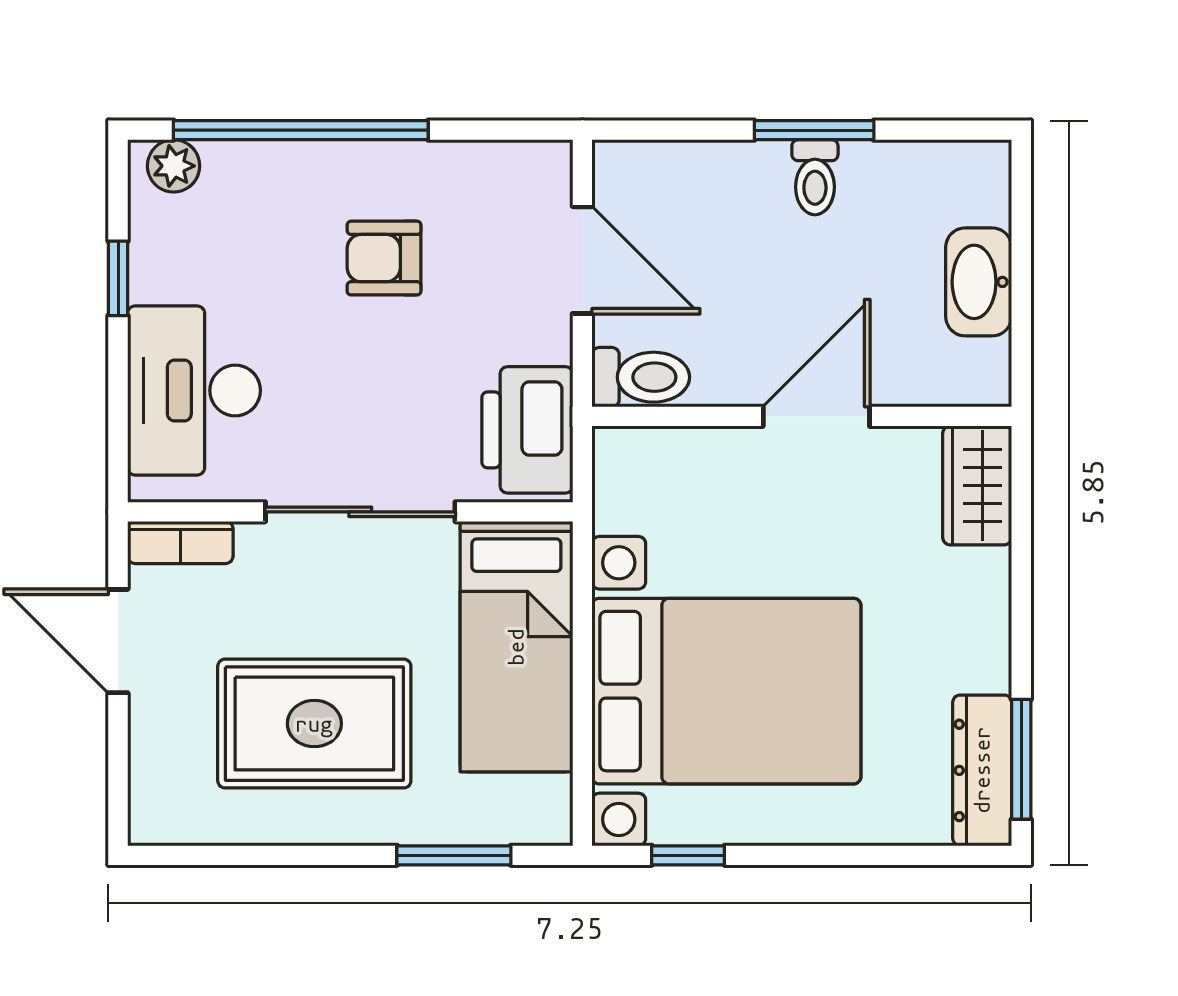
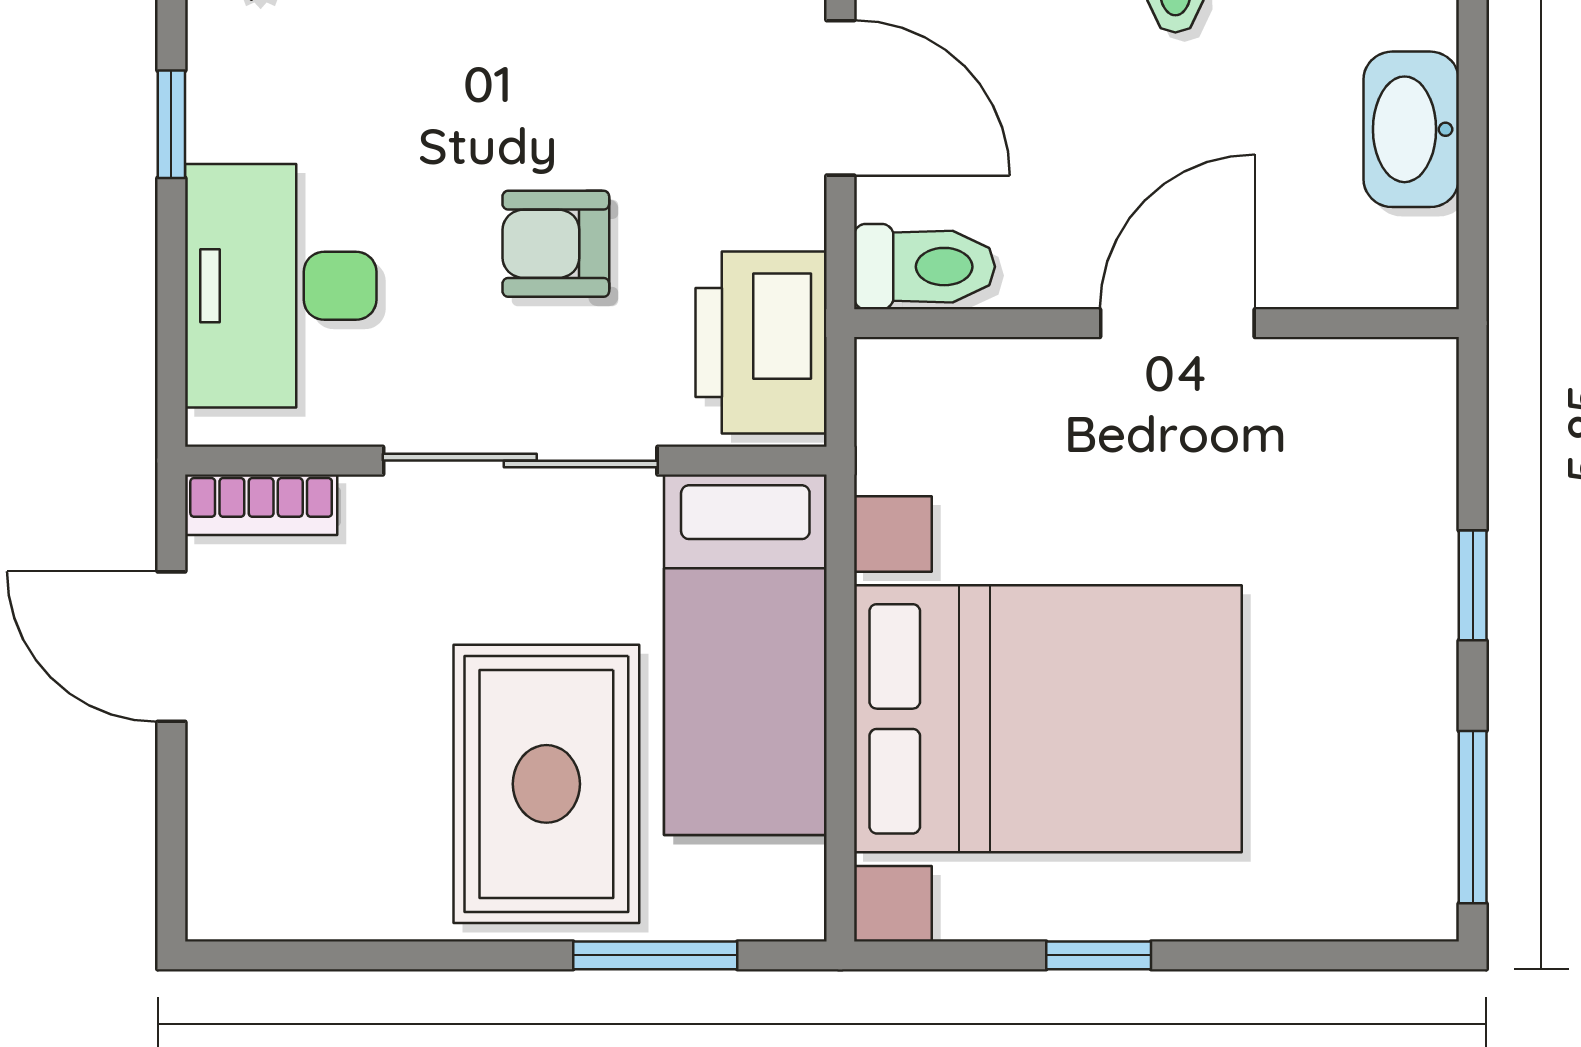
armchair: (384, 258) -> (556, 244), moved
wardrobe: (977, 485) -> (1409, 422), removed
window: (1021, 598) -> (1473, 585), added
rug: (314, 724) -> (546, 784), moved, turned 90
dresser: (982, 770) -> (1416, 833), removed
window: (688, 855) -> (1099, 955), moved

